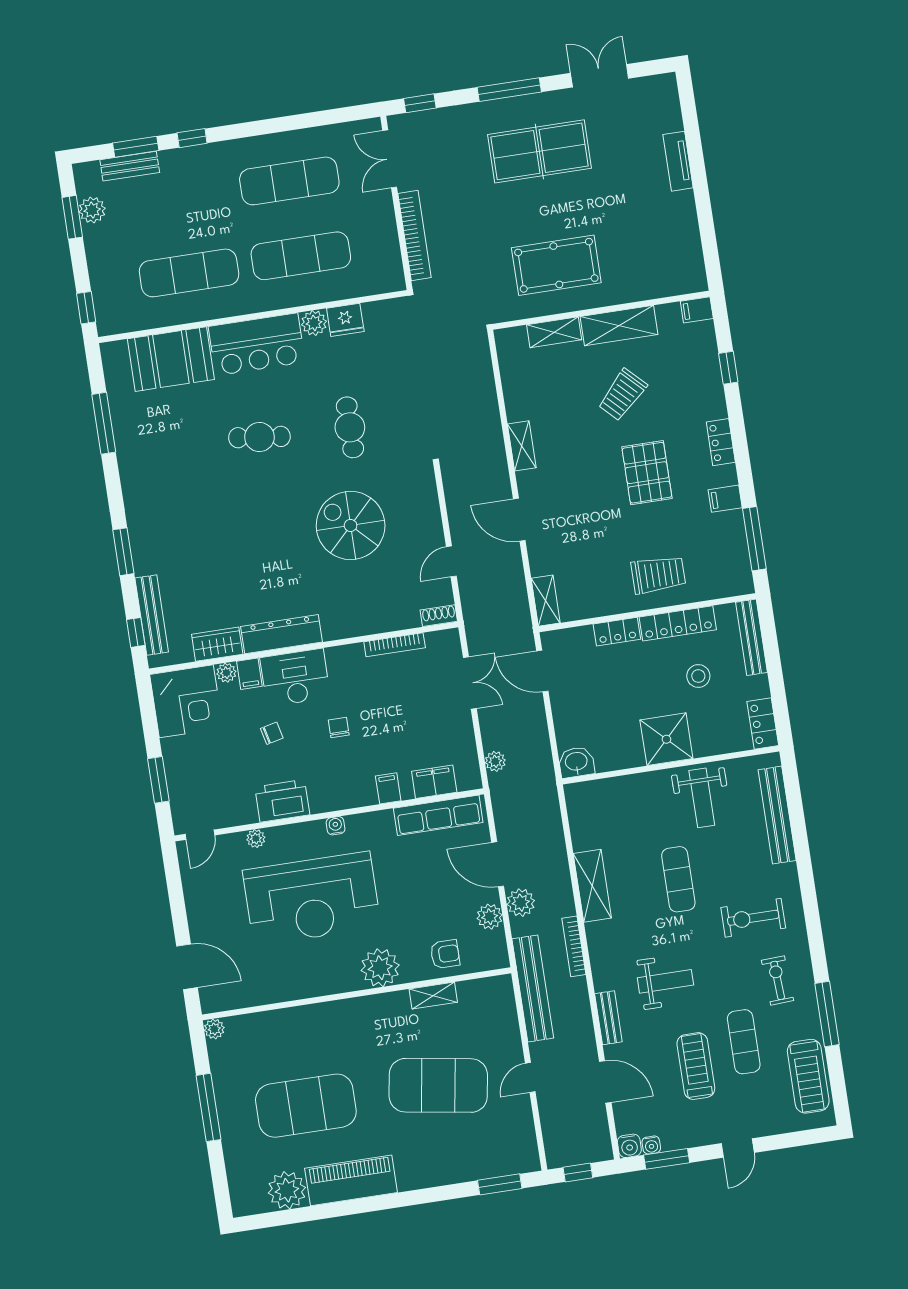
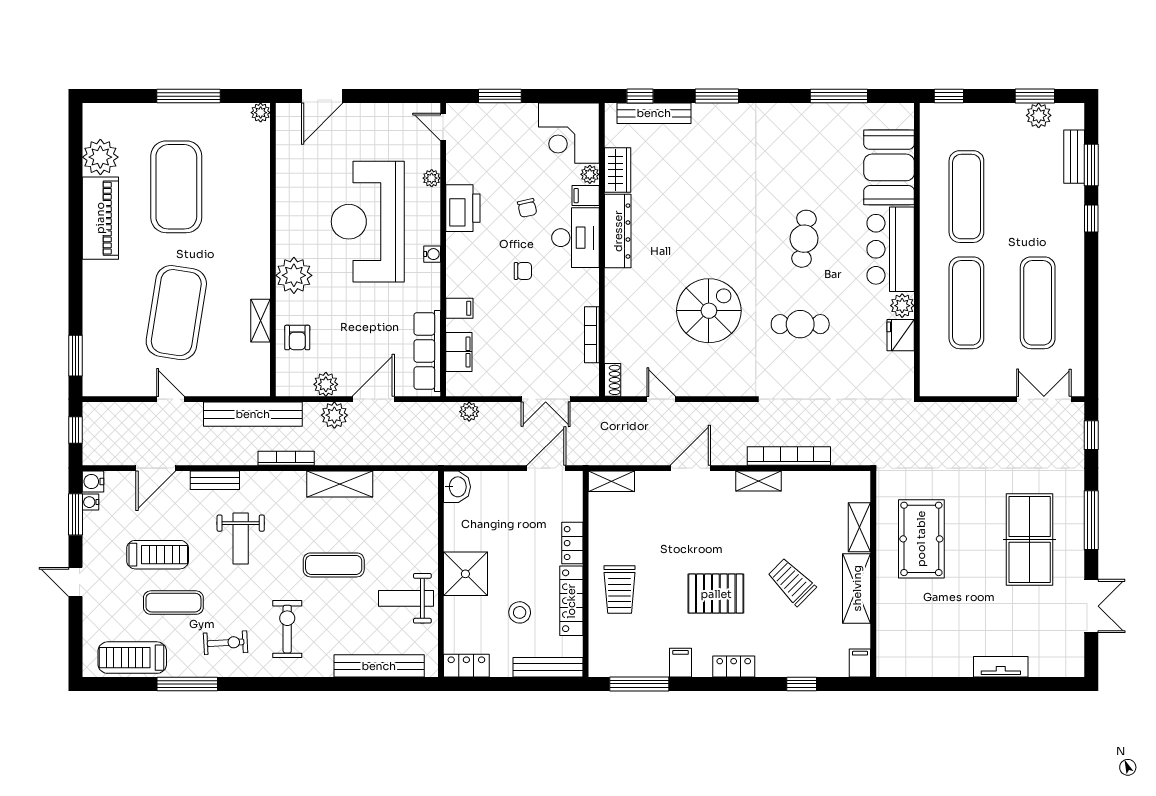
bookcase: (415, 235) -> (789, 456), moved, turned 180

